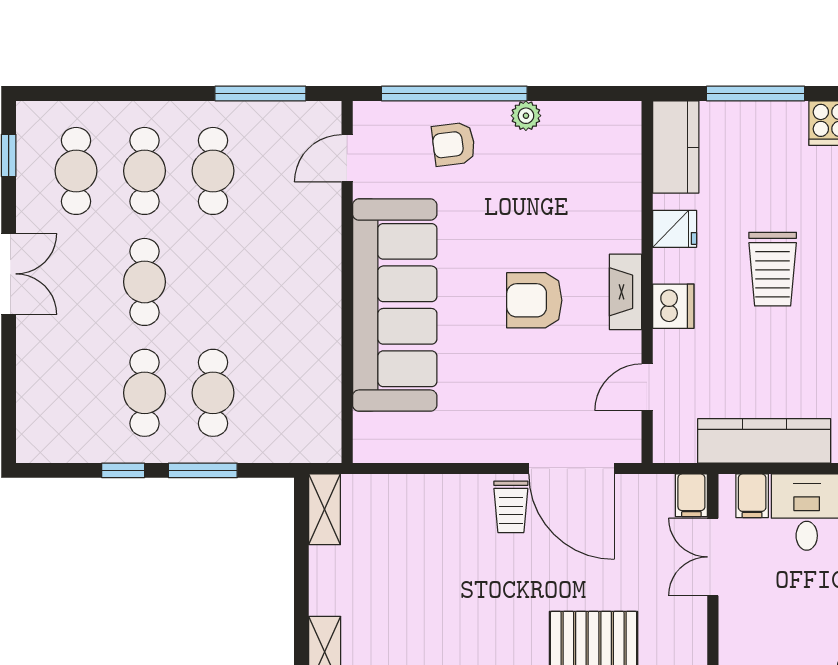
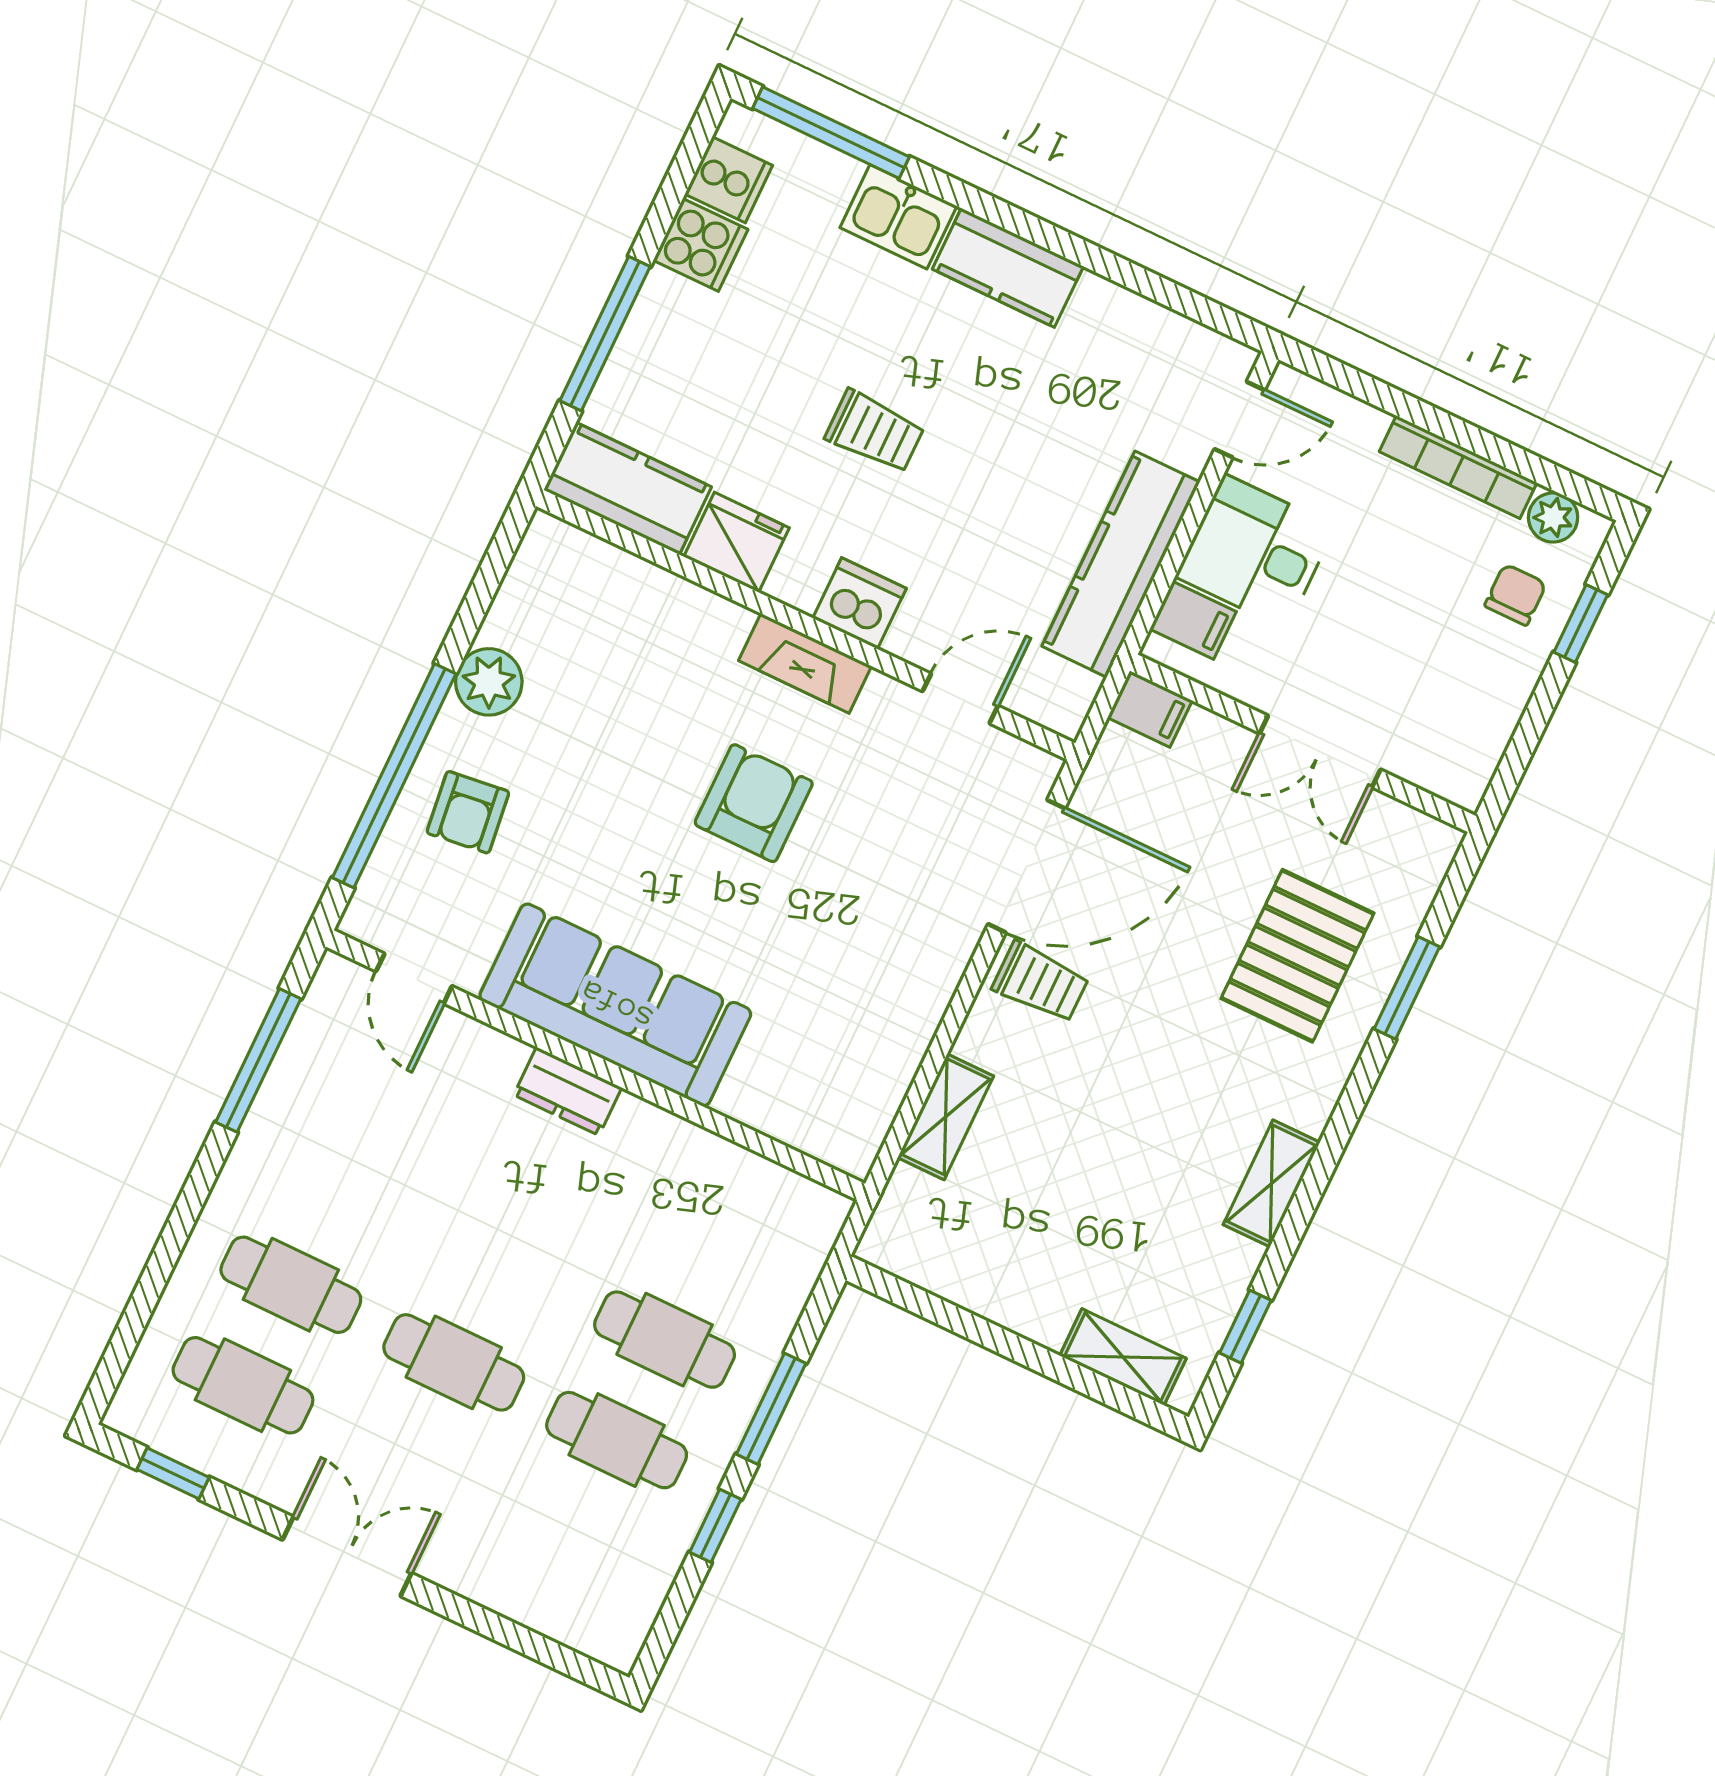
plant: (526, 116) -> (489, 682), width x1.38, depth x1.38
cafe table: (213, 171) -> (339, 1184), removed
fridge: (675, 229) -> (736, 542), width x1.38
trolley: (773, 269) -> (875, 432), width x0.73, depth x0.72
dresser: (325, 273) -> (568, 1091), added
armchair: (534, 300) -> (754, 803), turned 180
sofa: (395, 305) -> (615, 1005), width x0.74, depth x0.79
door: (647, 387) -> (960, 699), swing flipped
shelving: (325, 509) -> (946, 1117), moved, turned 90
double door: (713, 557) -> (1320, 751), moved

